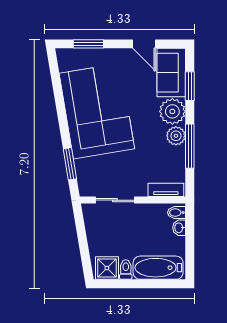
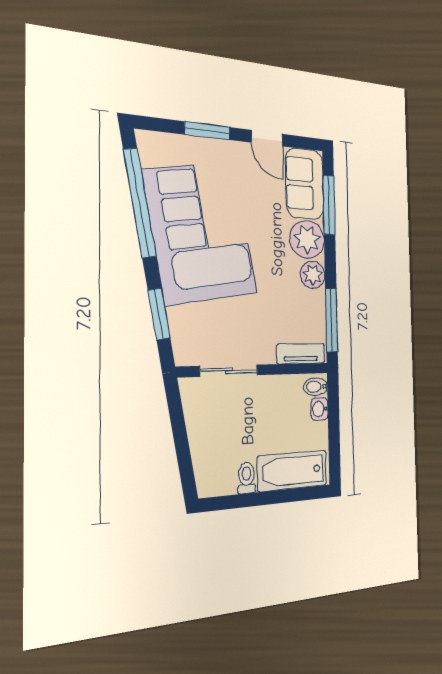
window: (88, 44) -> (207, 131), moved
window: (190, 86) -> (329, 205), width x1.44
window: (58, 95) -> (140, 203), added
window: (190, 146) -> (331, 320), moved
shower: (107, 268) -> (219, 478), removed

